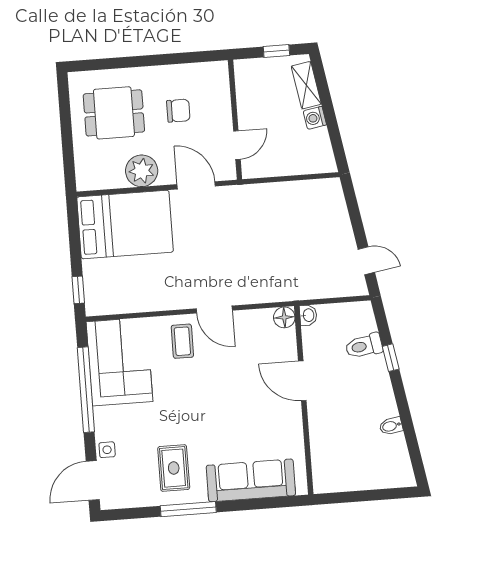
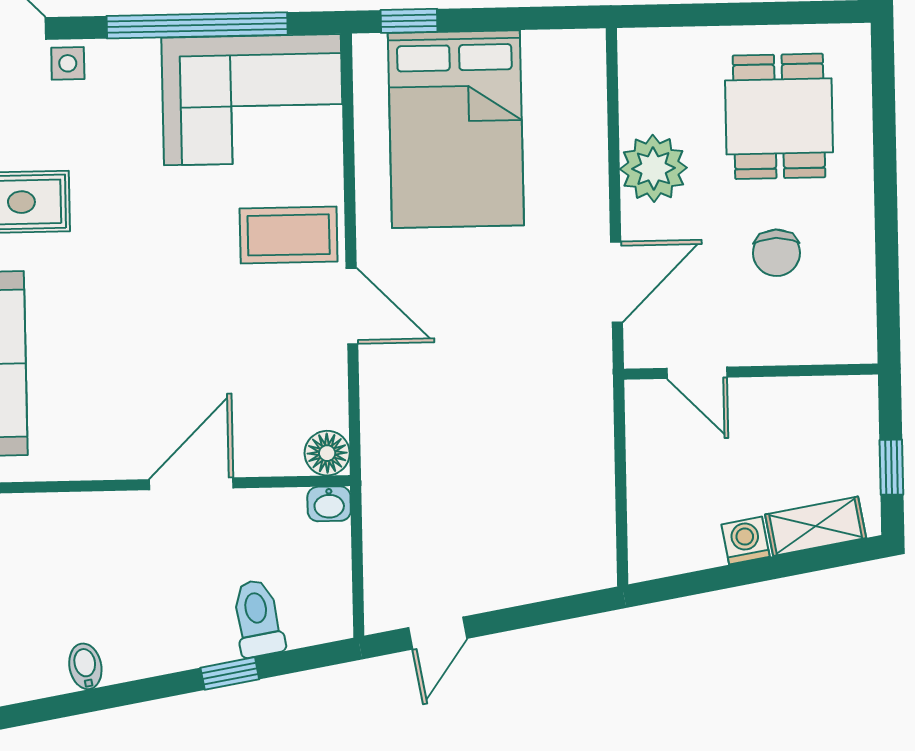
bed: (125, 224) -> (456, 129), moved
door: (214, 309) -> (352, 306), swing flipped
coffee table: (182, 341) -> (289, 235), width x1.36, depth x1.30

